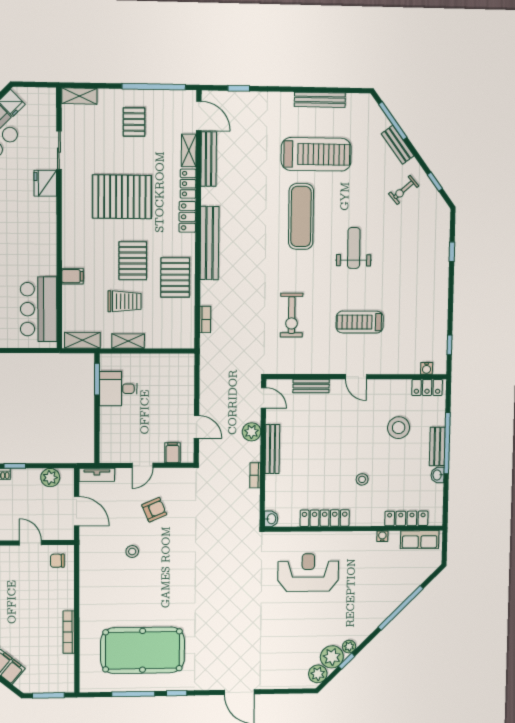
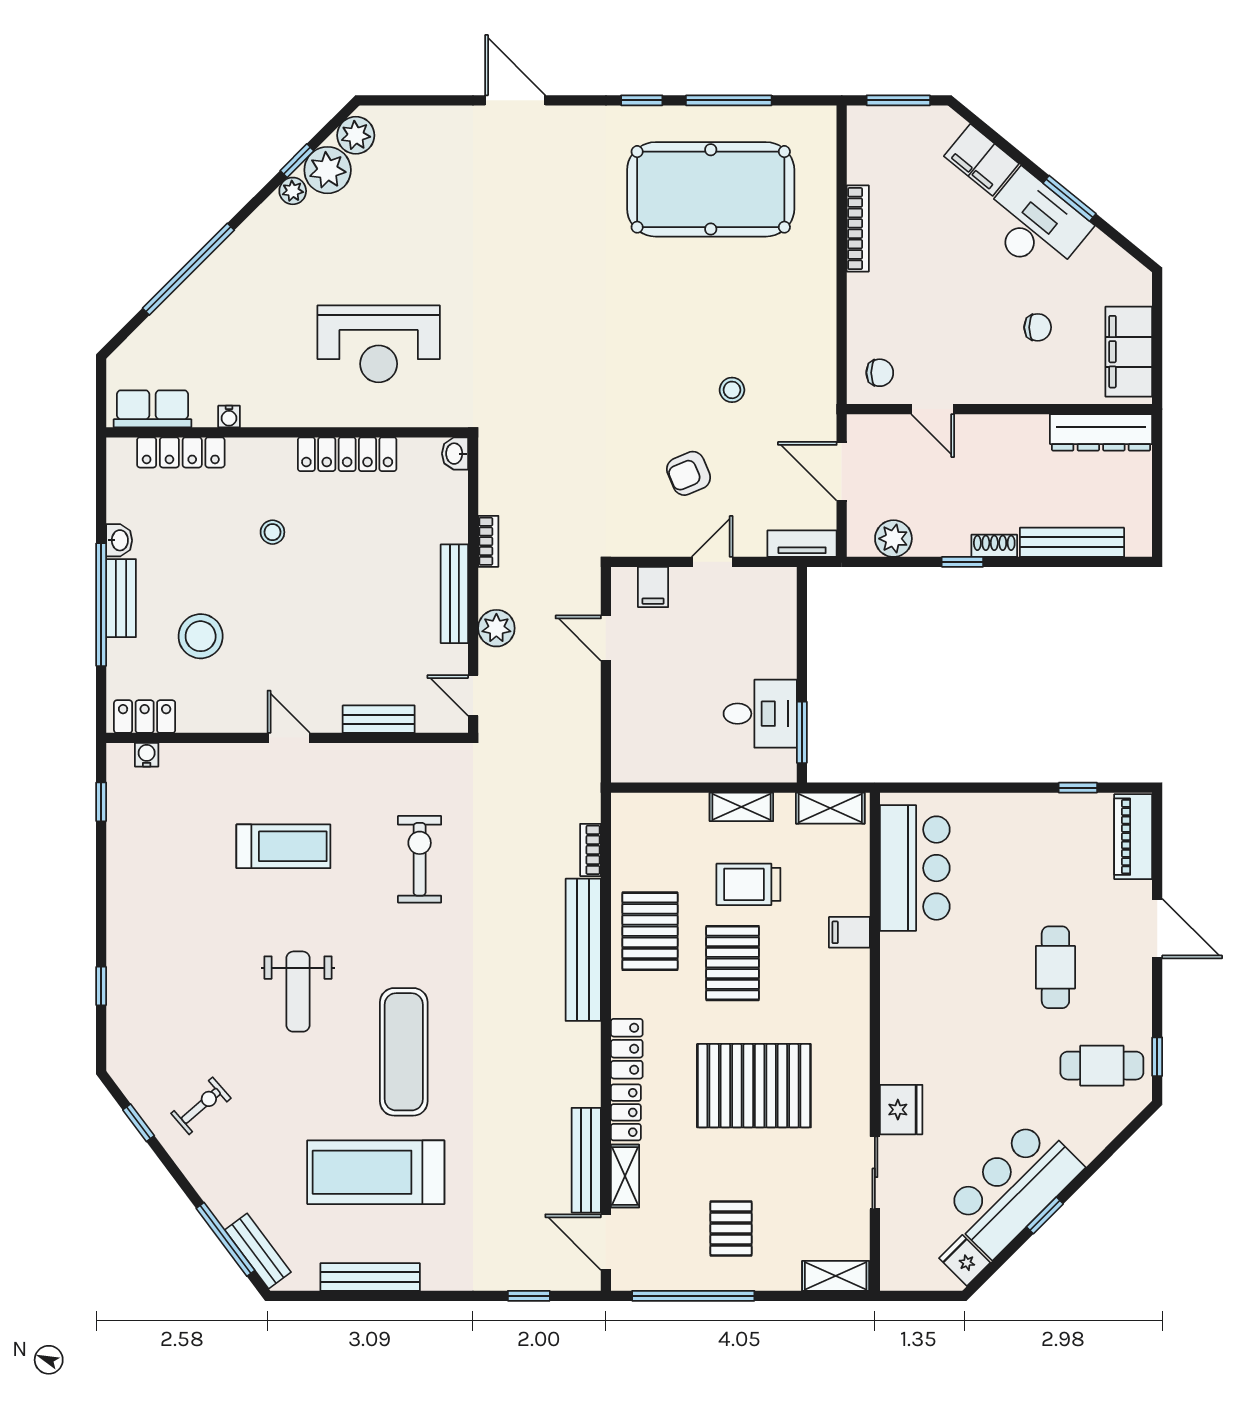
bench: (398, 145) -> (258, 1251), moved
bench: (209, 243) -> (583, 950), moved

